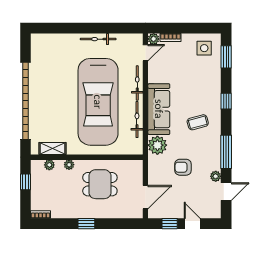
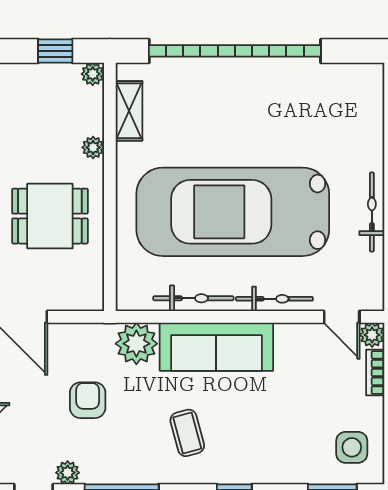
plant: (49, 165) -> (93, 74), moved
dining table: (100, 184) -> (50, 216), turned 90

